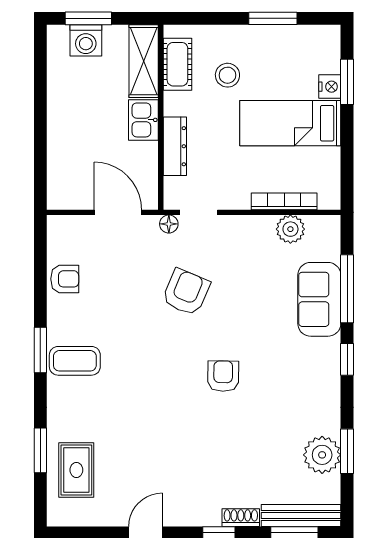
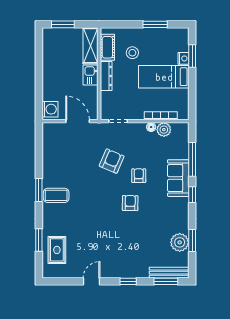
washing machine: (86, 40) -> (50, 109), moved, turned -90
dresser: (175, 146) -> (106, 76), moved
floor lamp: (169, 224) -> (151, 127), moved
armchair: (65, 279) -> (139, 176), moved, turned -90
sofa: (319, 299) -> (178, 178), moved
shoe rack: (241, 518) -> (139, 274), removed

